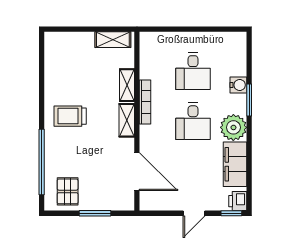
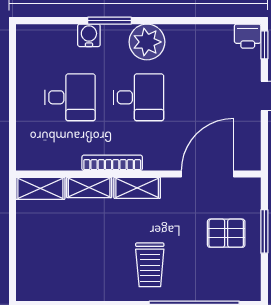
shelving: (113, 40) -> (40, 188), moved, turned 90
trolley: (70, 116) -> (150, 265), moved
filing cabinet: (235, 164) -> (197, 40), removed
pallet: (68, 191) -> (226, 233), moved

